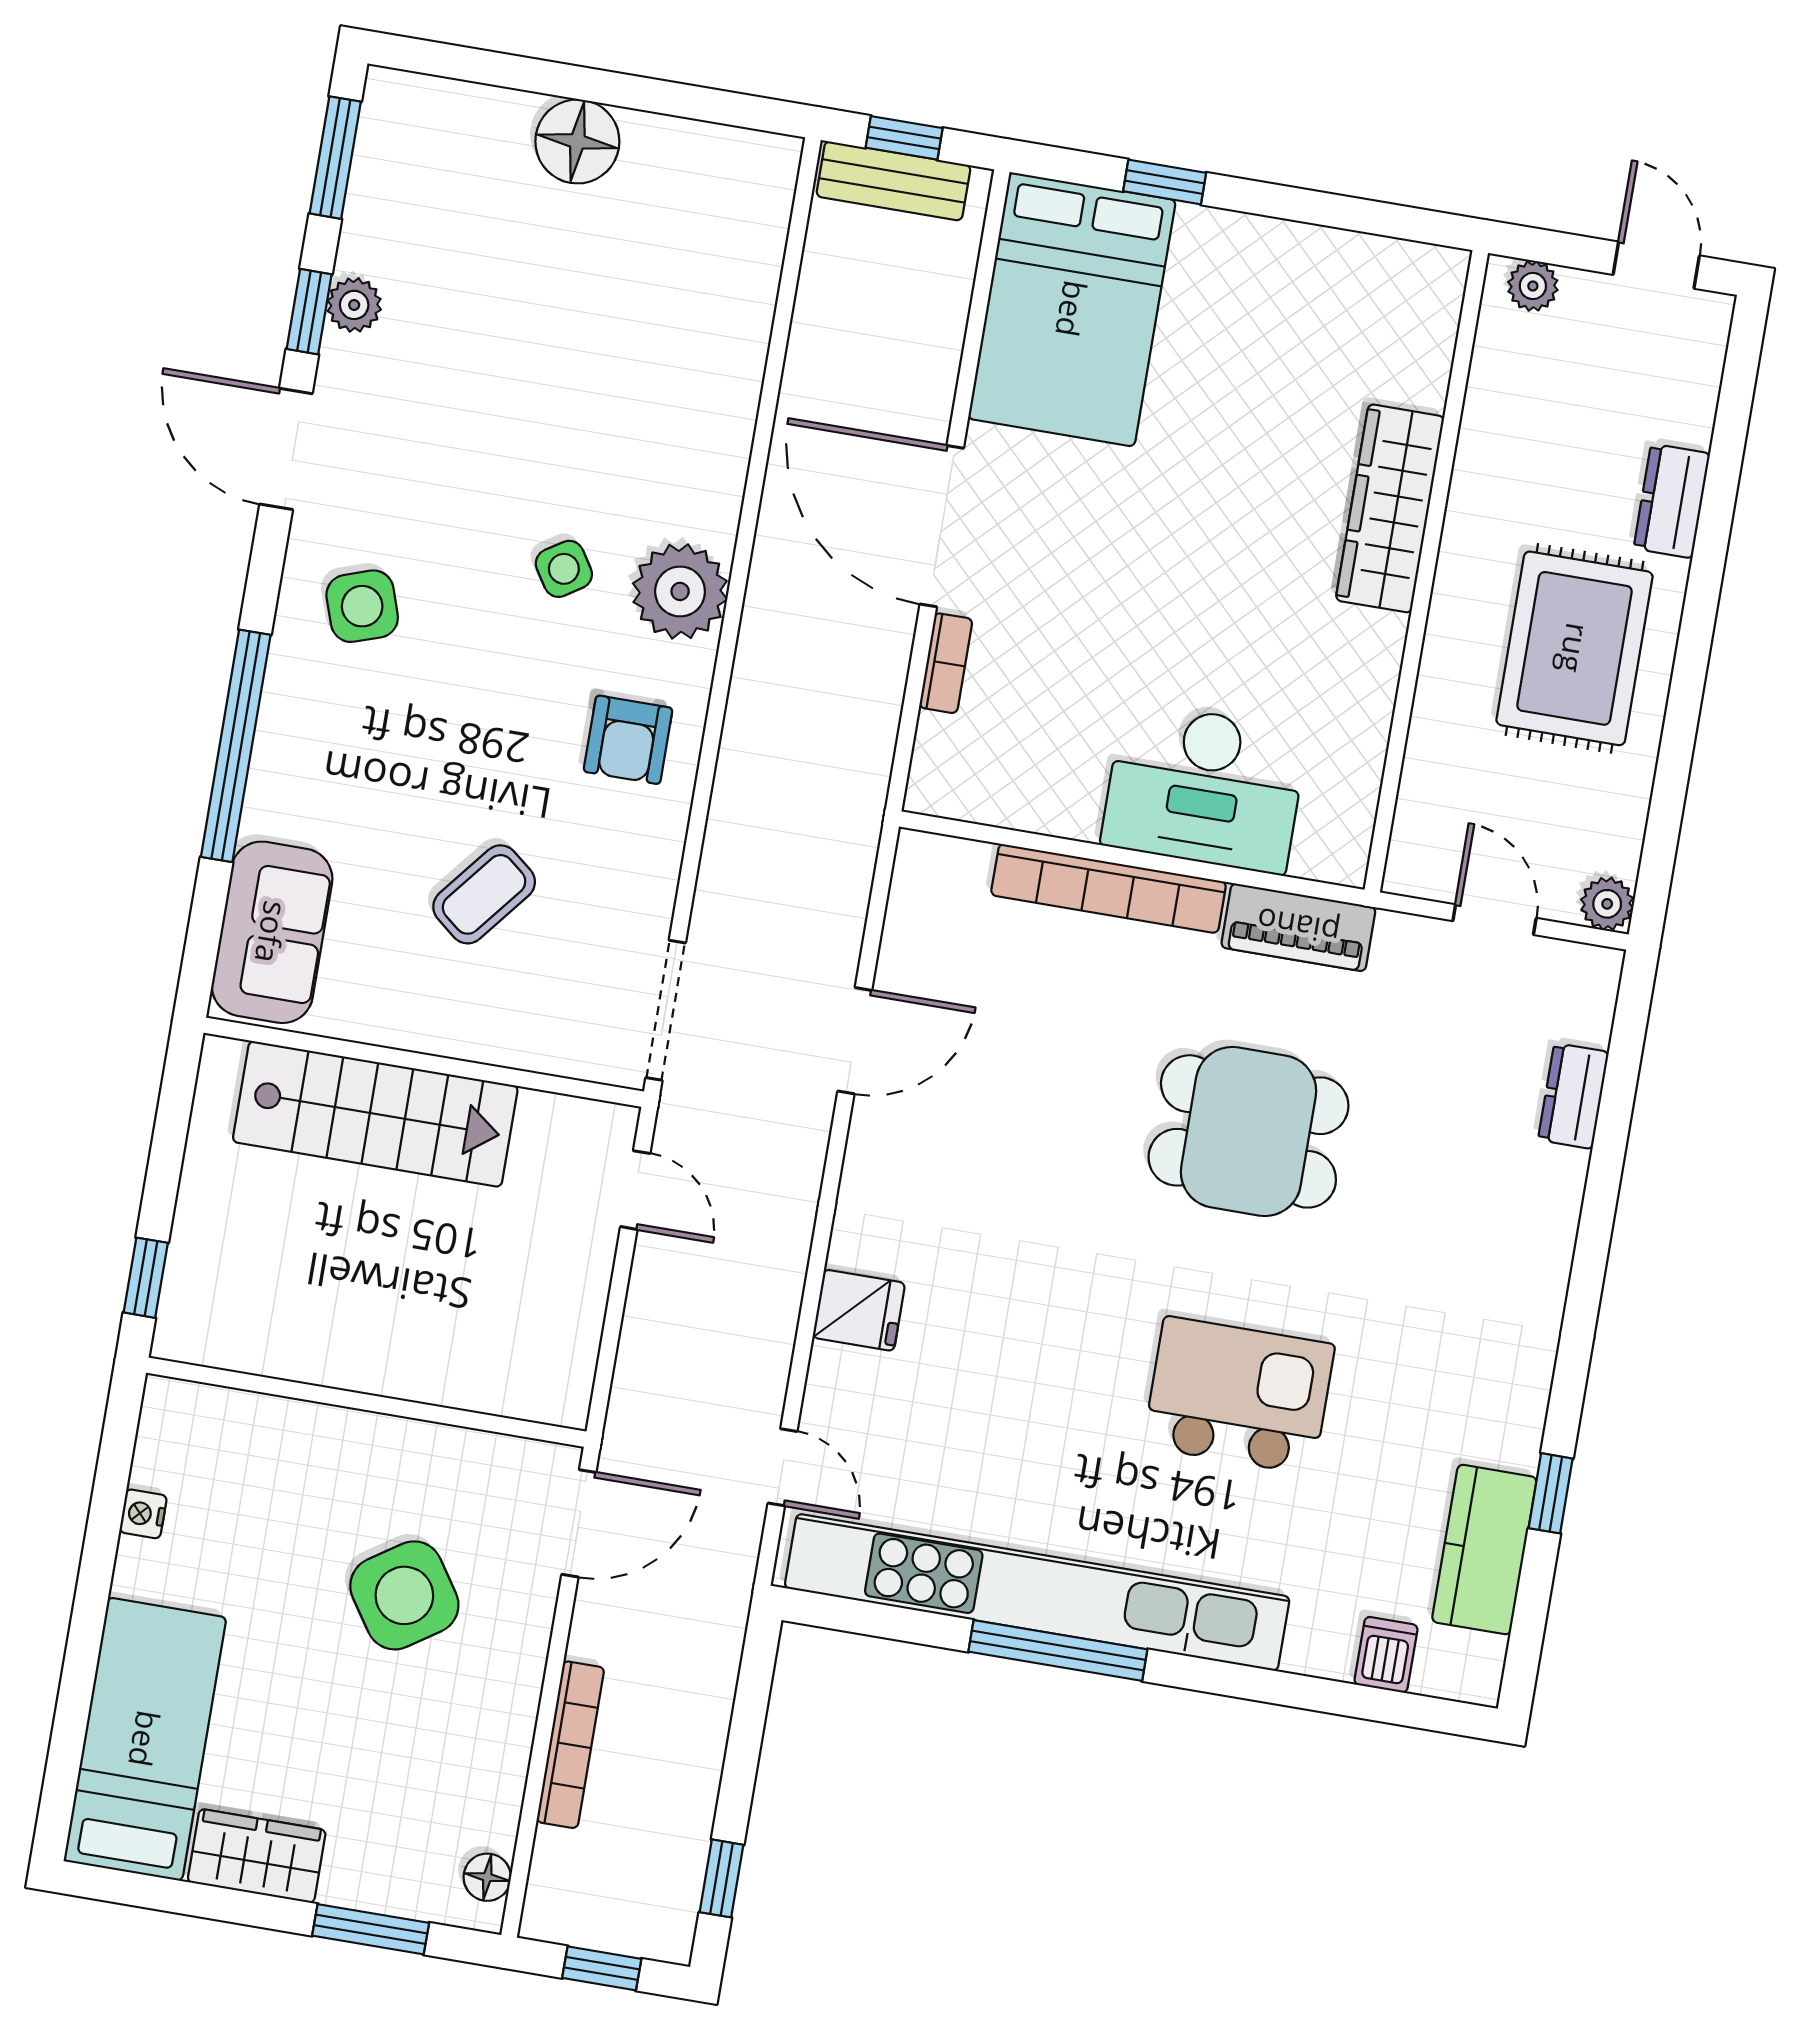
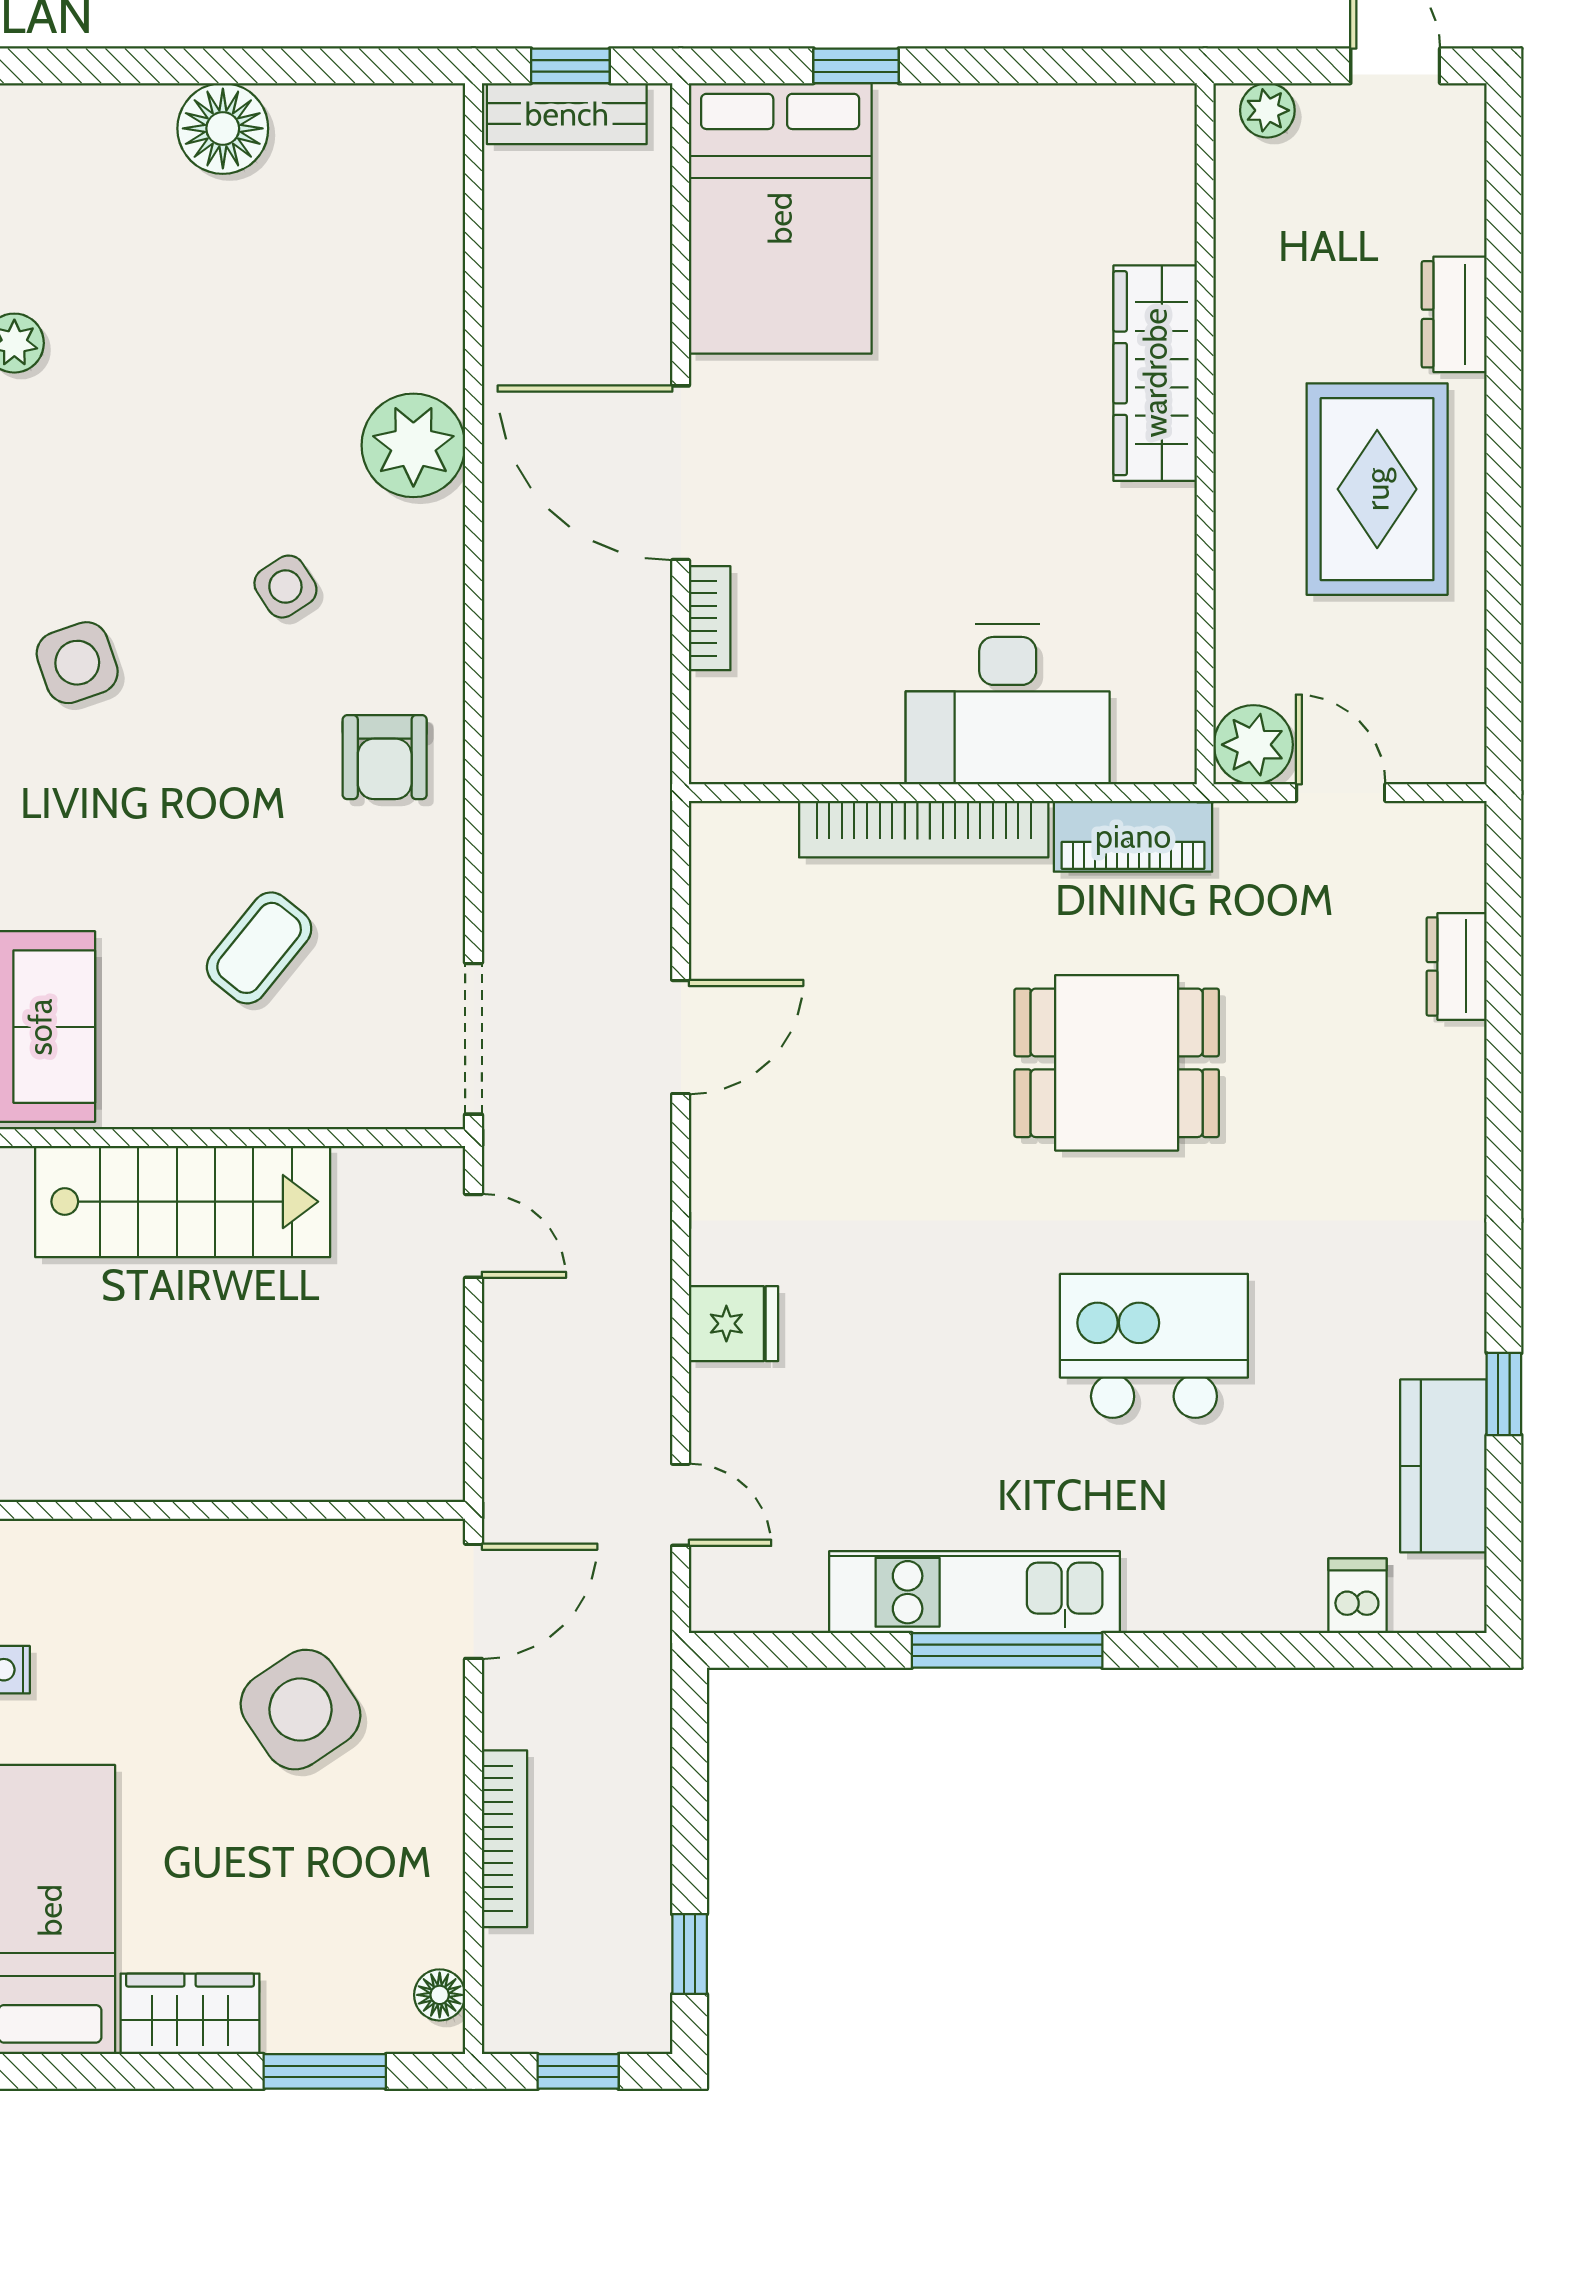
plant: (680, 591) -> (413, 445), moved
plant: (1607, 904) -> (1253, 745), moved, width x1.38, depth x1.38
kitchen unit: (1037, 1592) -> (974, 1592), width x0.54

